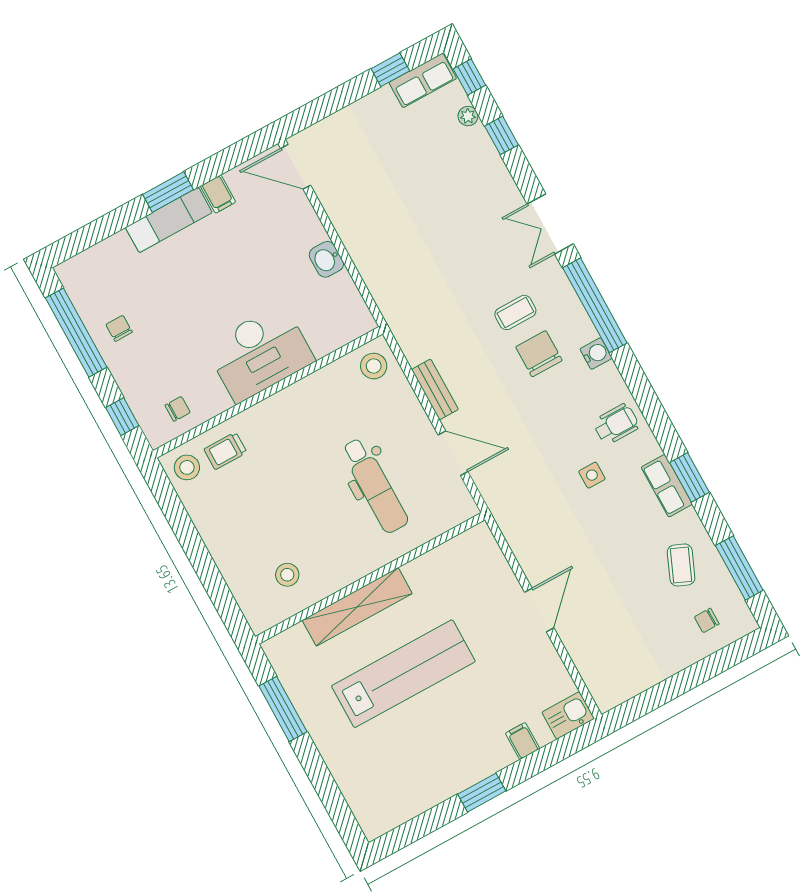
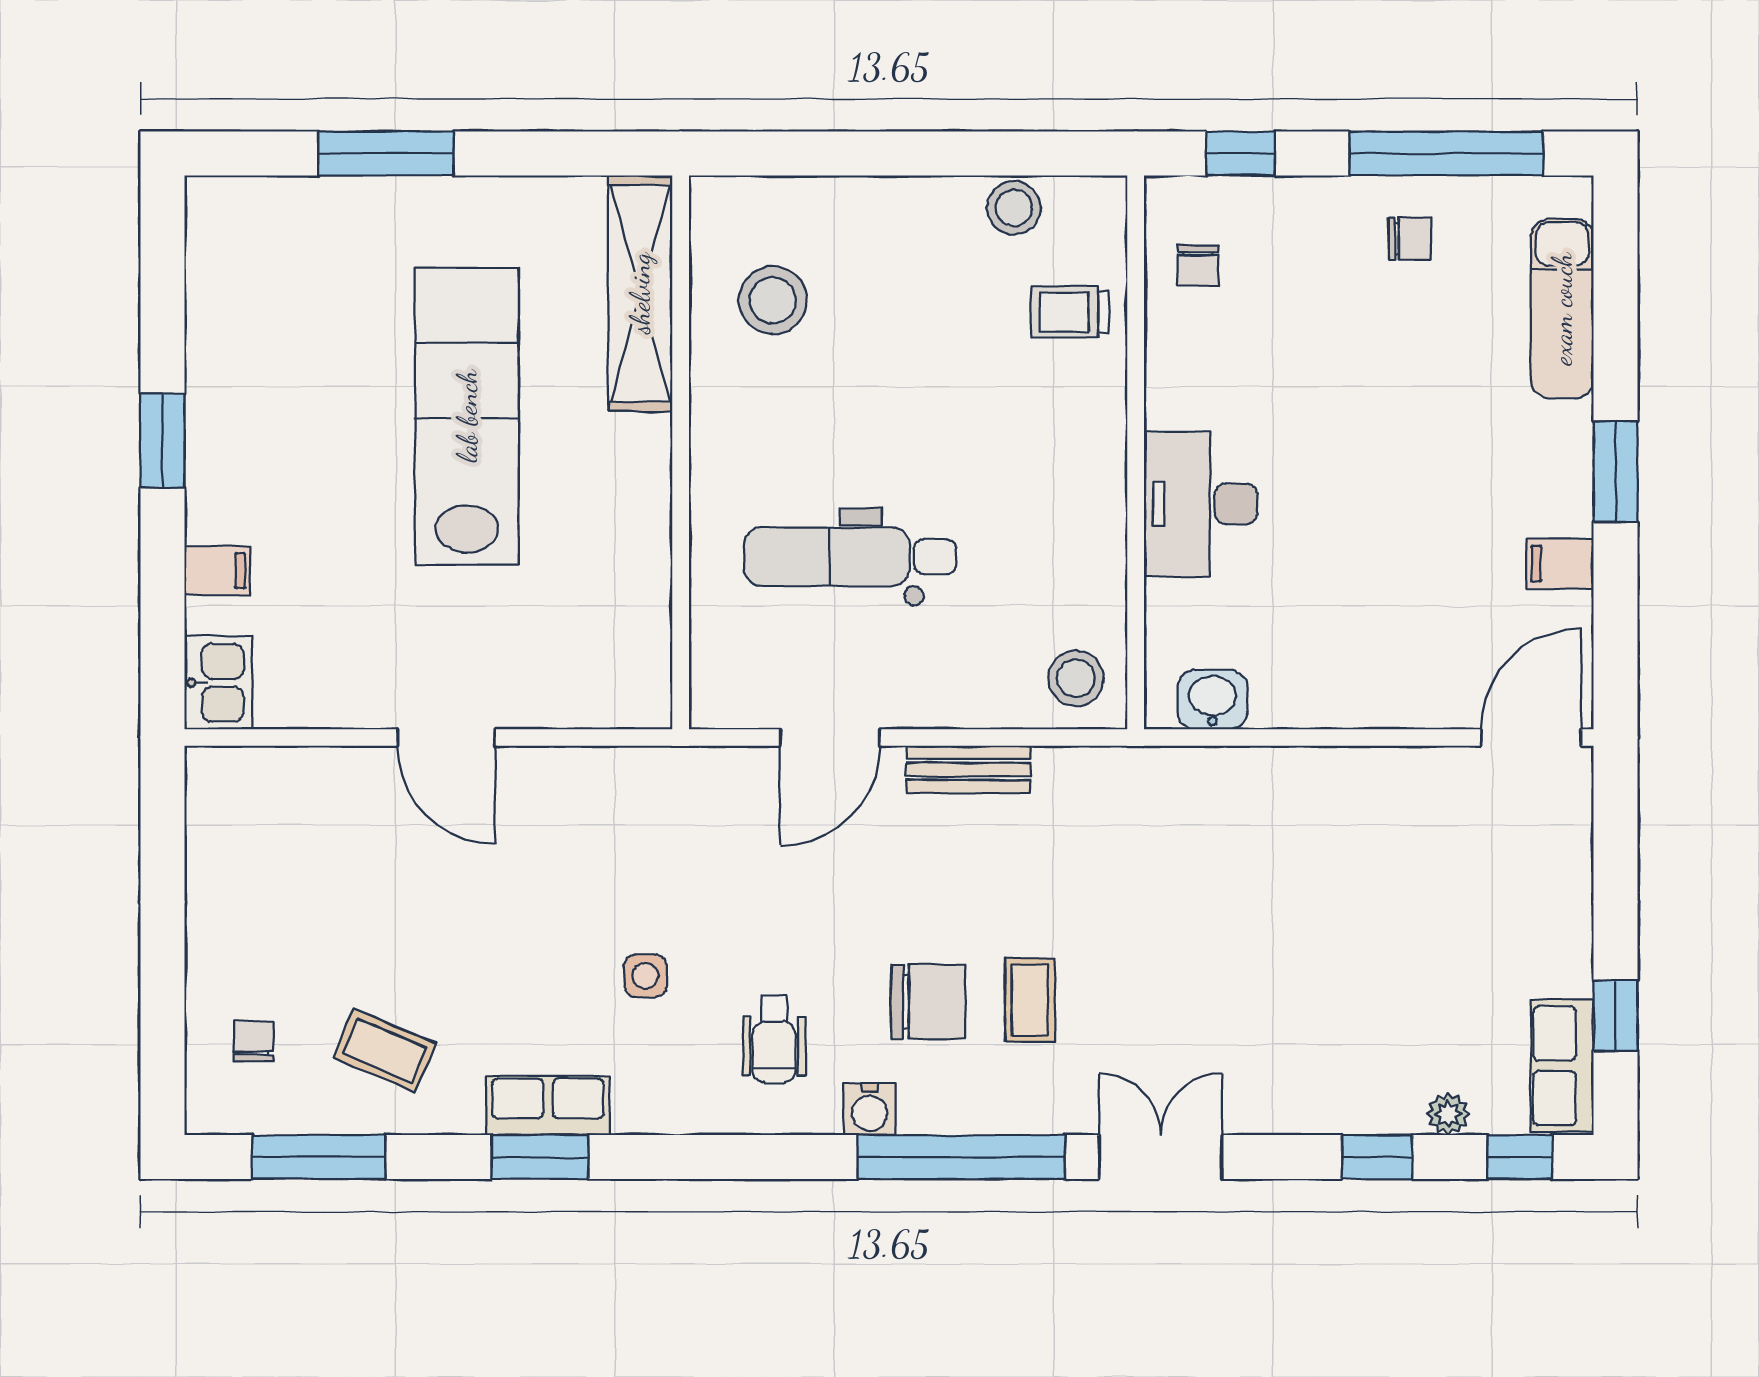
exam couch: (169, 220) -> (1562, 309), moved
washbasin: (326, 259) -> (1212, 700), moved
desk: (260, 353) -> (1201, 504), width x0.73, depth x0.77
wheelchair: (616, 424) -> (774, 1039), moved
trolley: (225, 451) -> (1070, 312), turned -90
stool: (187, 467) -> (1014, 208), moved
stool: (287, 575) -> (773, 300), width x1.38, depth x1.38
shelving: (357, 607) -> (640, 293), moved
lab bench: (403, 674) -> (467, 416), turned 180
window: (283, 709) -> (386, 154), moved

